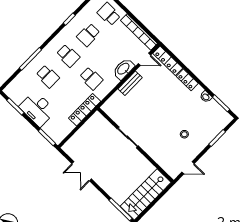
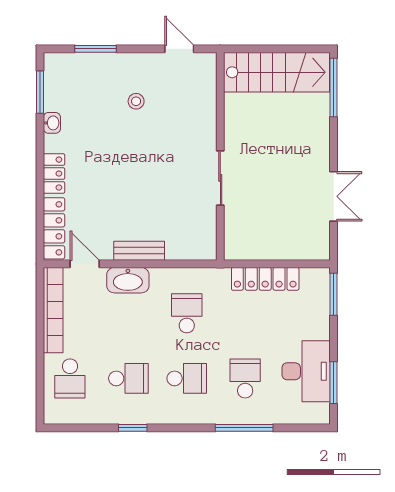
school desk: (68, 56) -> (187, 378), turned 90
desk: (37, 109) -> (306, 371), moved
locker: (85, 110) -> (265, 279), moved

